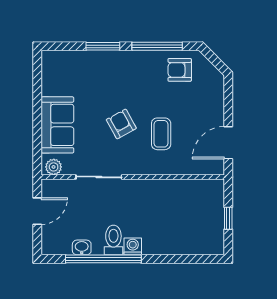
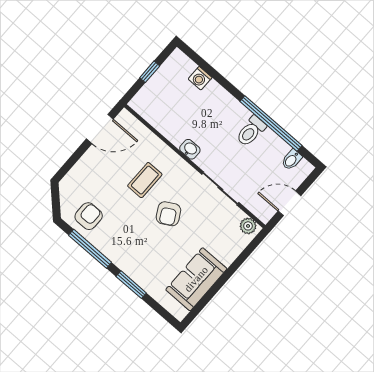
armchair: (180, 70) -> (89, 216), turned -90
sofa: (57, 125) -> (196, 279), moved
bidet: (64, 245) -> (292, 160), added
washing machine: (133, 246) -> (200, 78), moved
washbasin: (82, 247) -> (190, 149), moved, turned 180

